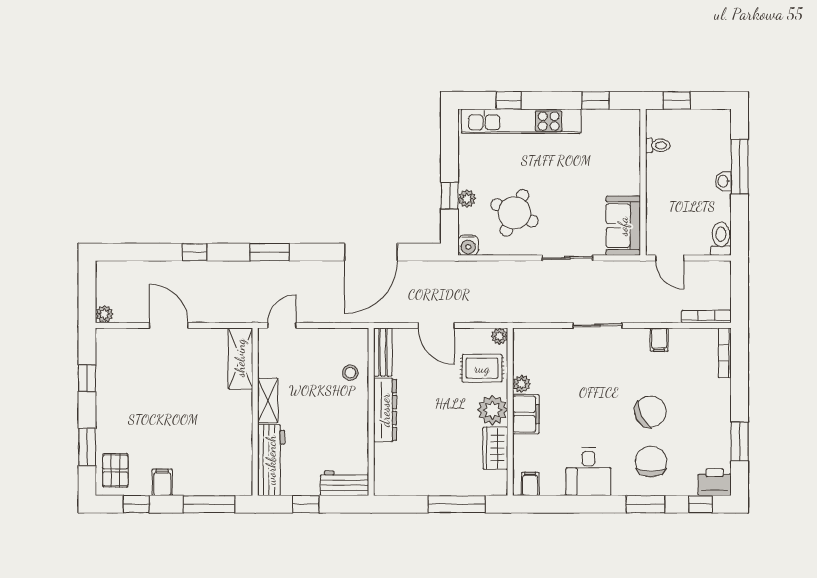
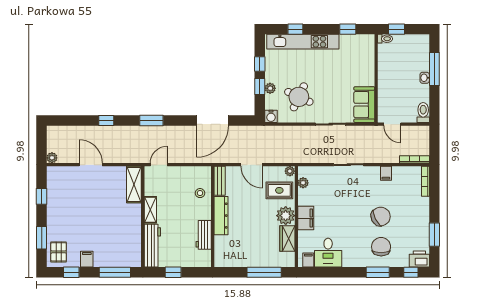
toilet: (658, 145) -> (385, 39), moved
window: (450, 158) -> (260, 64), added
plant: (522, 384) -> (303, 183), moved
desk: (589, 472) -> (328, 253), moved
workbench: (345, 483) -> (204, 235), moved, turned -90

